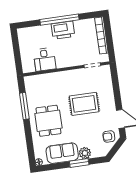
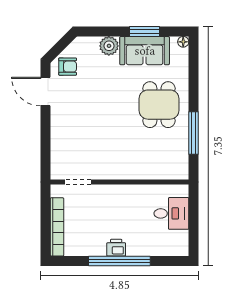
printer: (63, 30) -> (116, 248), width x0.53, depth x0.68
desk: (45, 59) -> (171, 213), moved, turned 90
rug: (84, 104) -> (99, 123), removed
window: (79, 163) -> (145, 31), moved

